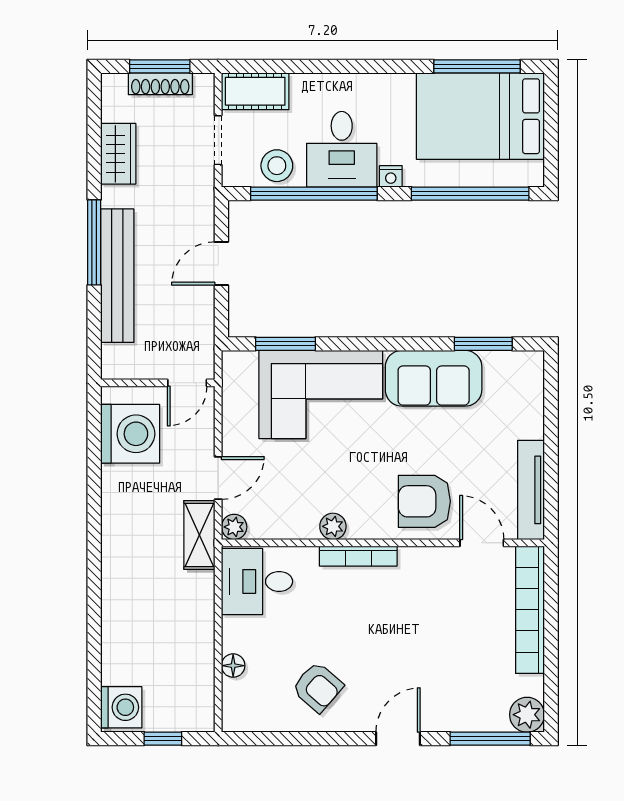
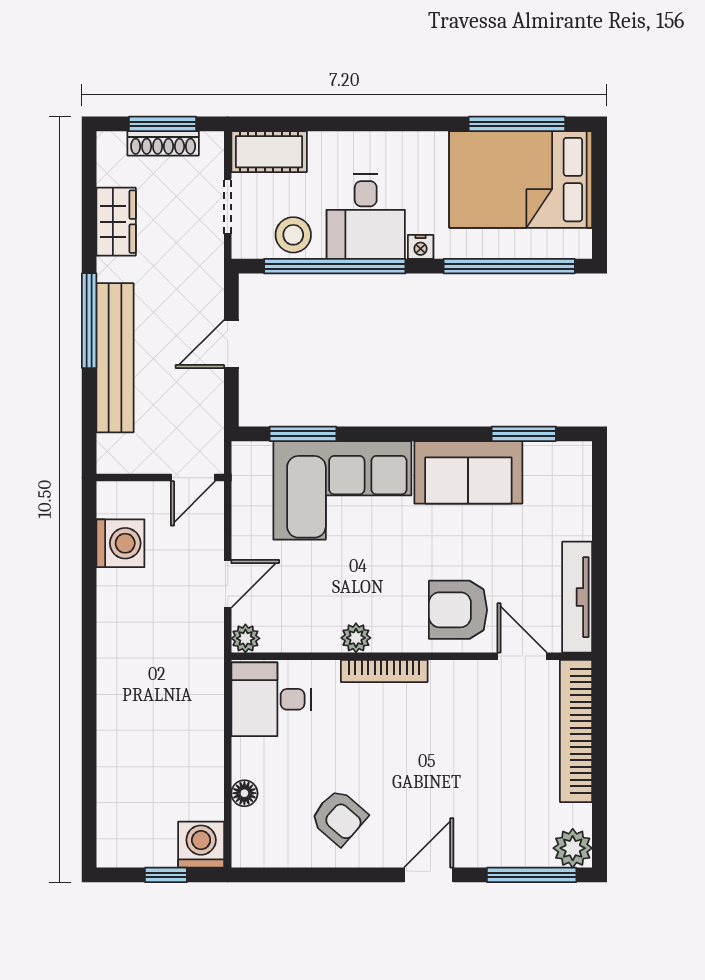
washing machine: (130, 434) -> (120, 543), width x0.73, depth x0.73
shelving: (199, 535) -> (207, 647), removed
washing machine: (121, 707) -> (201, 845), moved, turned -90

